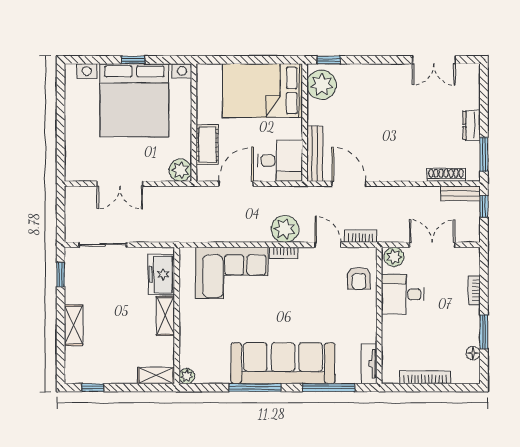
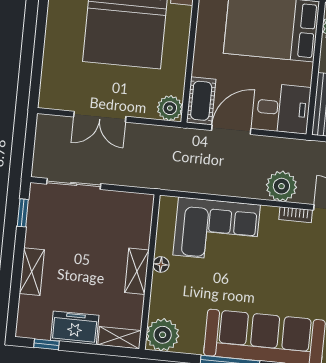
cot: (207, 145) -> (201, 101), moved
bookcase: (284, 253) -> (296, 215), moved
freezer: (161, 274) -> (75, 328), moved, turned 90
floor lamp: (186, 308) -> (161, 264), added
plant: (187, 376) -> (163, 335), width x1.87, depth x1.87

